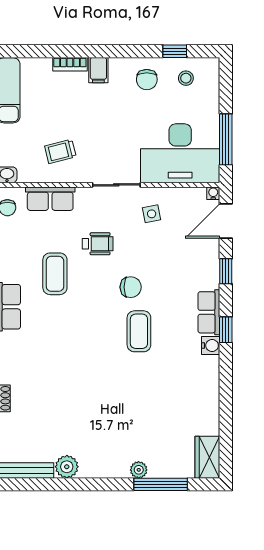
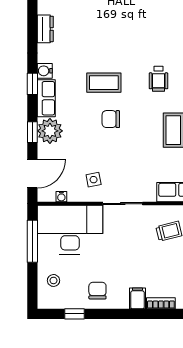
stool: (186, 78) -> (53, 280), moved
water cooler: (213, 193) -> (61, 197), moved
wheelchair: (98, 244) -> (158, 79), moved, turned -90
plant: (204, 273) -> (50, 131), added
coffee table: (139, 331) -> (104, 83), turned 90
dresser: (210, 396) -> (45, 29), added

